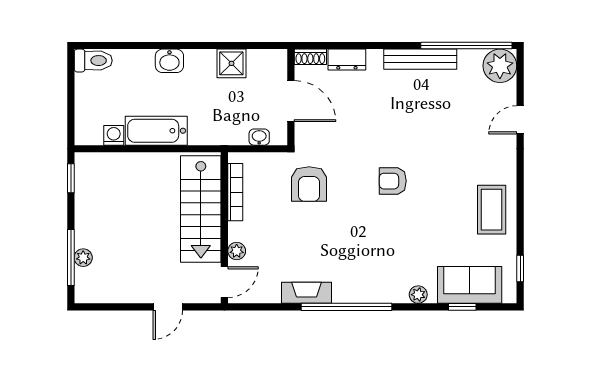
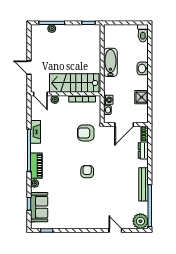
washing machine: (114, 135) -> (108, 100), moved
coffee table: (492, 210) -> (74, 217), removed
piano: (380, 291) -> (36, 166), added

